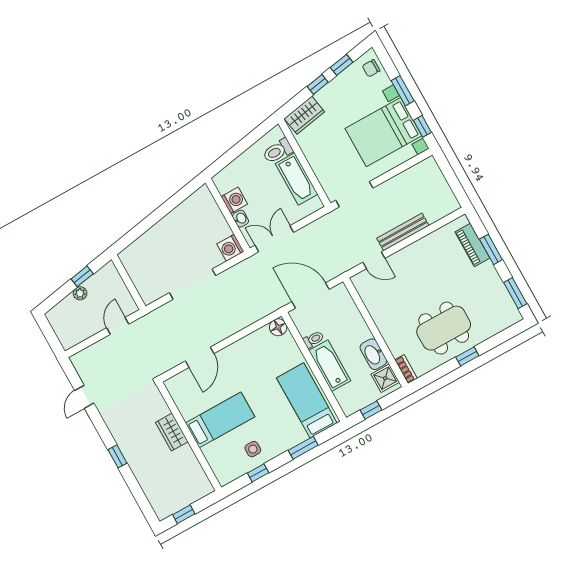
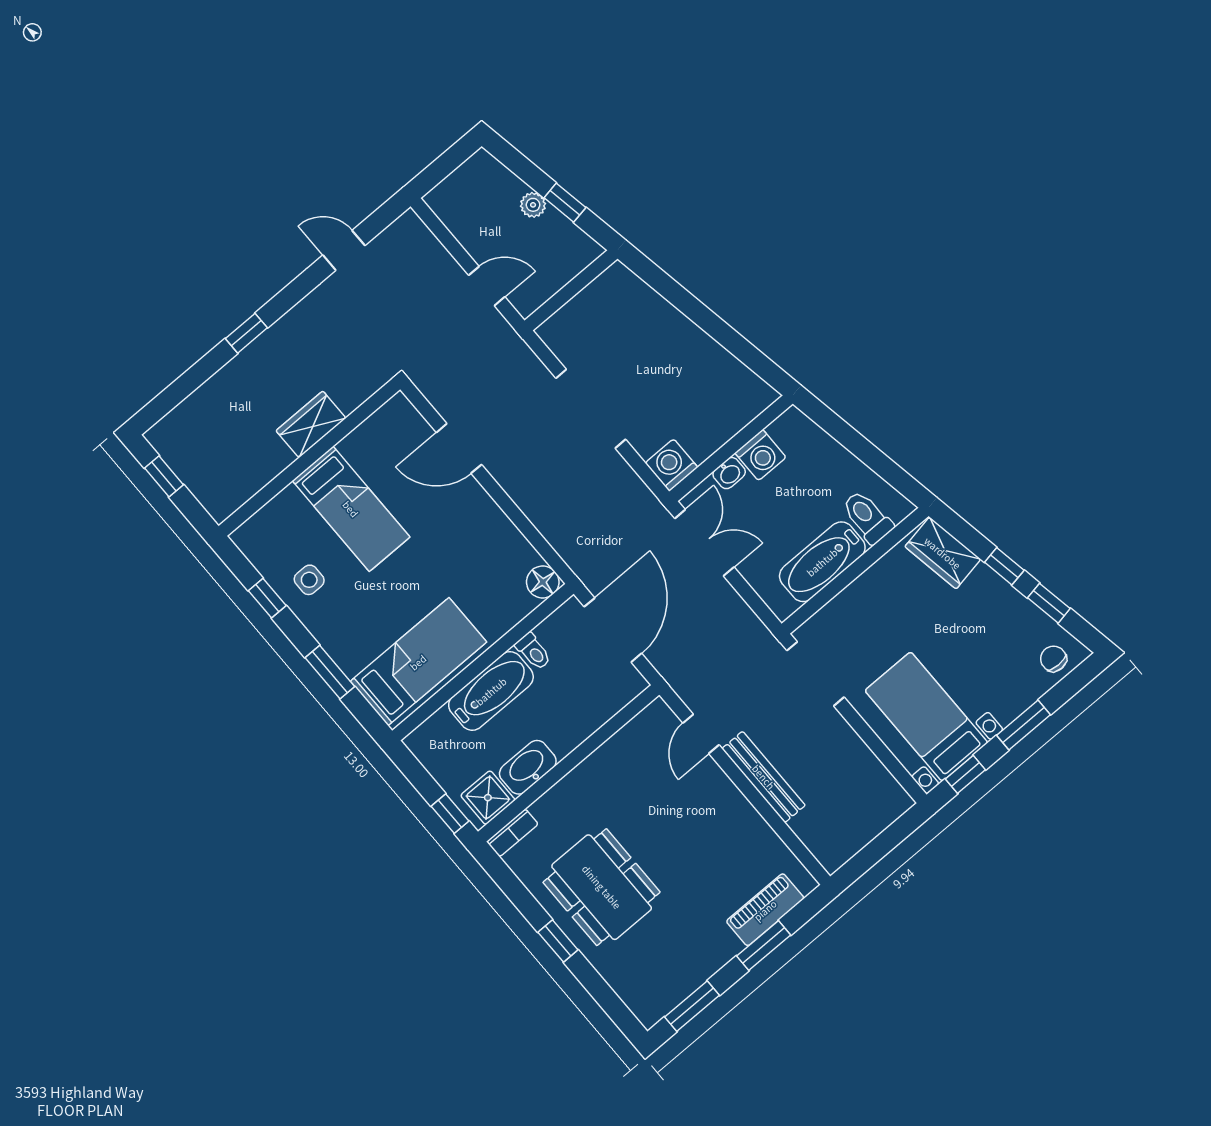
bed with nightstands: (383, 132) -> (926, 717), width x0.73
window: (371, 410) -> (450, 814), moved

